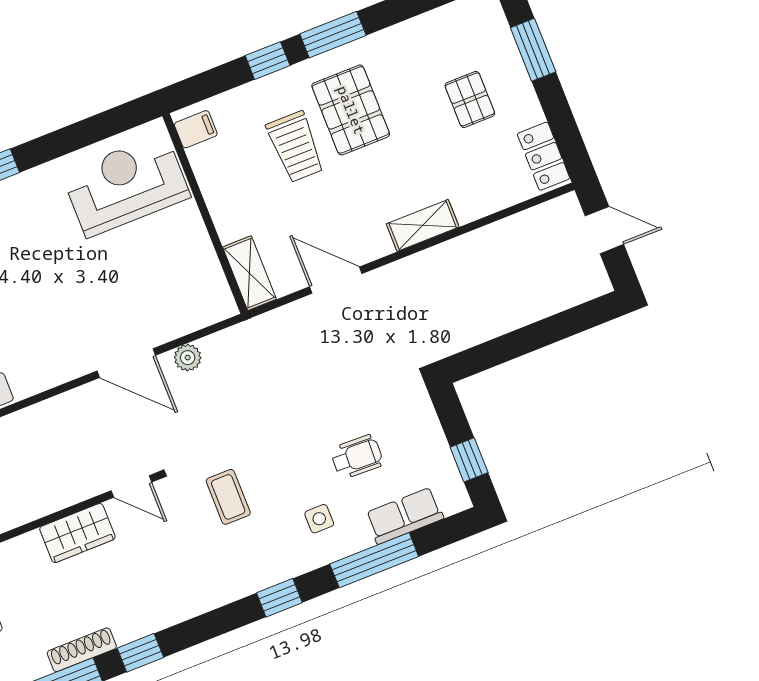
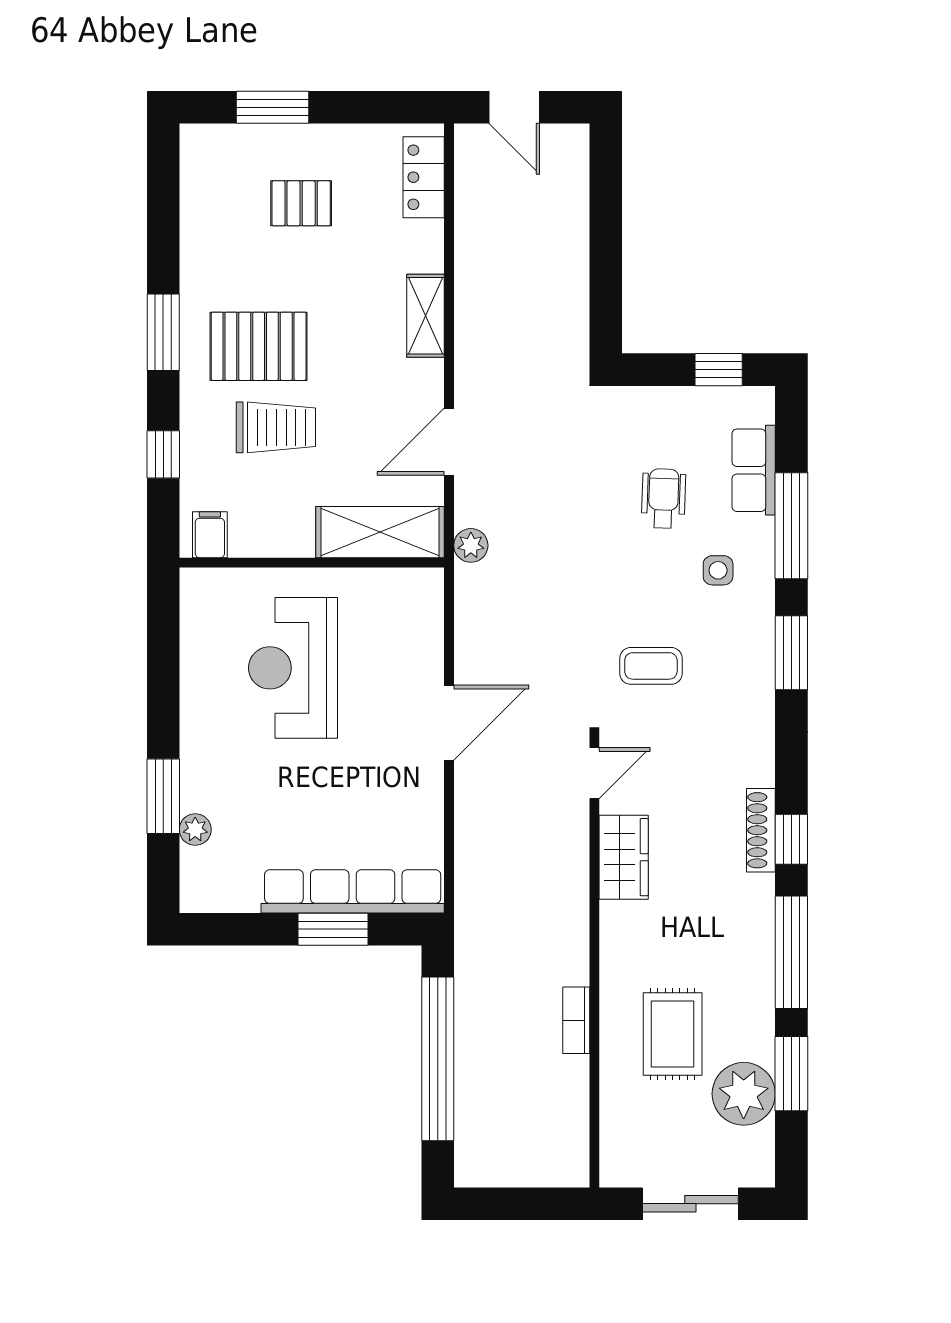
window: (268, 61) -> (163, 454), moved
locker: (544, 156) -> (424, 177), moved, turned 90
reception desk: (126, 185) -> (293, 668), moved
door: (604, 230) -> (514, 107), swing flipped
shelving: (249, 273) -> (380, 532), width x1.50, depth x1.33
plant: (188, 358) -> (471, 545), moved
window: (279, 598) -> (791, 653), width x1.50
shoe rack: (82, 650) -> (761, 830), moved

